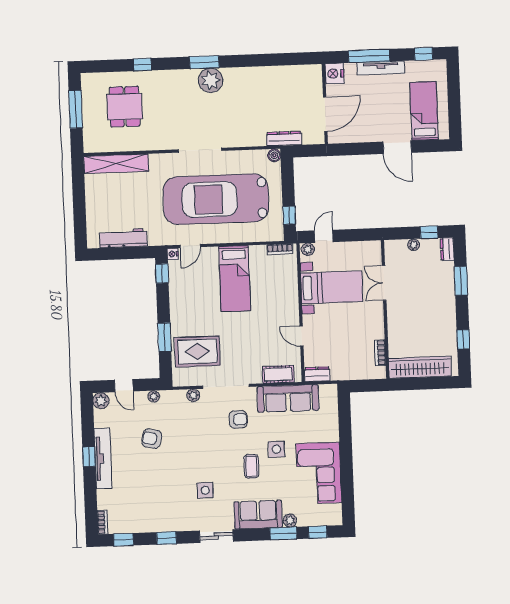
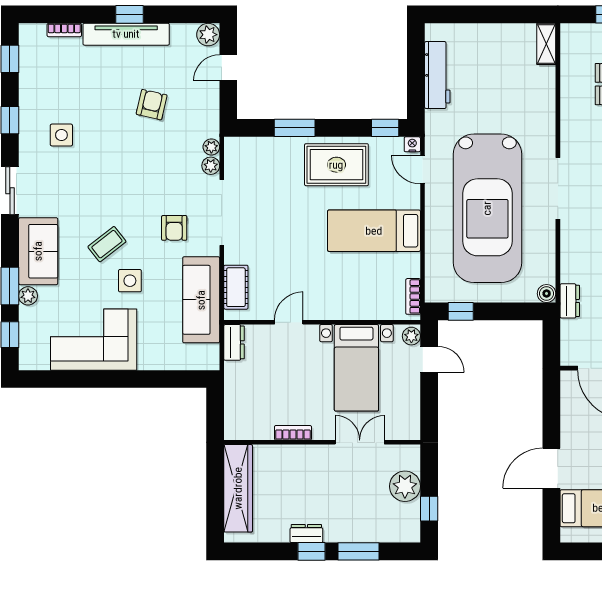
dresser: (284, 139) -> (570, 301), width x0.70
shelving: (116, 164) -> (546, 44), width x0.45, depth x0.75
car: (216, 199) -> (487, 208), turned 180
plant: (414, 245) -> (405, 486), width x1.87, depth x1.87
dresser: (447, 249) -> (306, 534), moved
window: (463, 339) -> (312, 551), moved
rug: (197, 352) -> (336, 165), moved, turned 90
bookcase: (380, 353) -> (293, 433), moved
plant: (154, 396) -> (211, 147), moved
coffee table: (251, 466) -> (107, 244), turned -38
side table: (205, 490) -> (61, 135), moved
bookcase: (102, 522) -> (64, 30), moved

